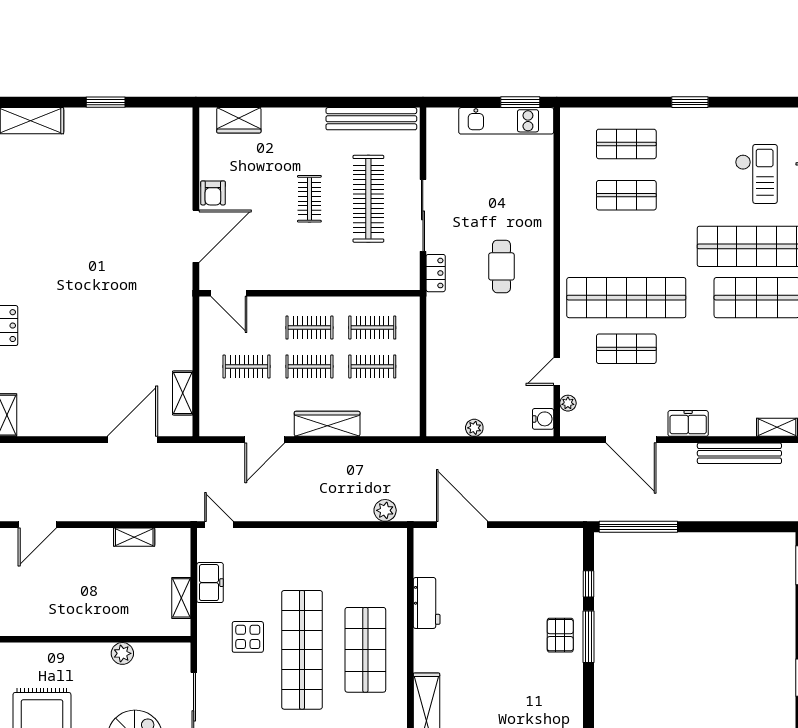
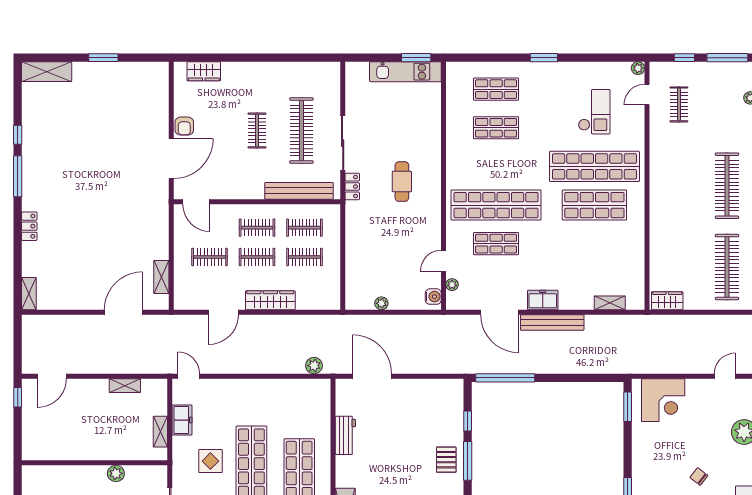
bench: (371, 119) -> (299, 191), moved
bench: (739, 453) -> (552, 322), moved

